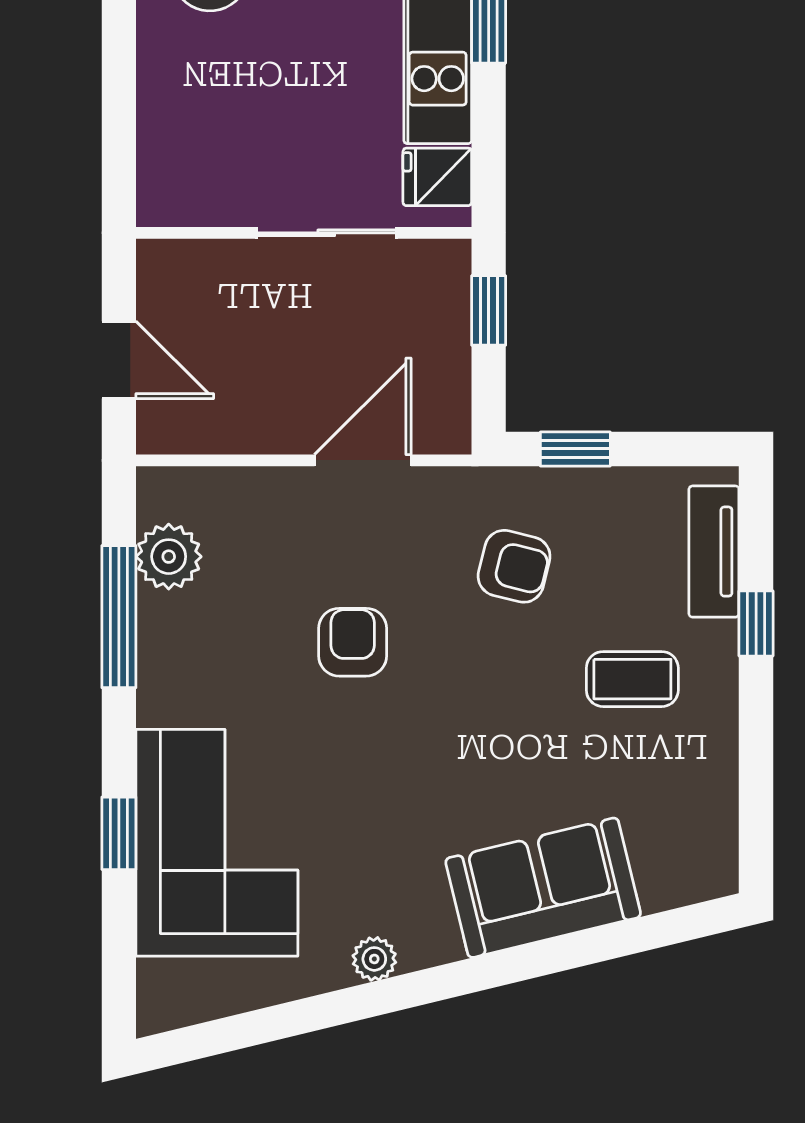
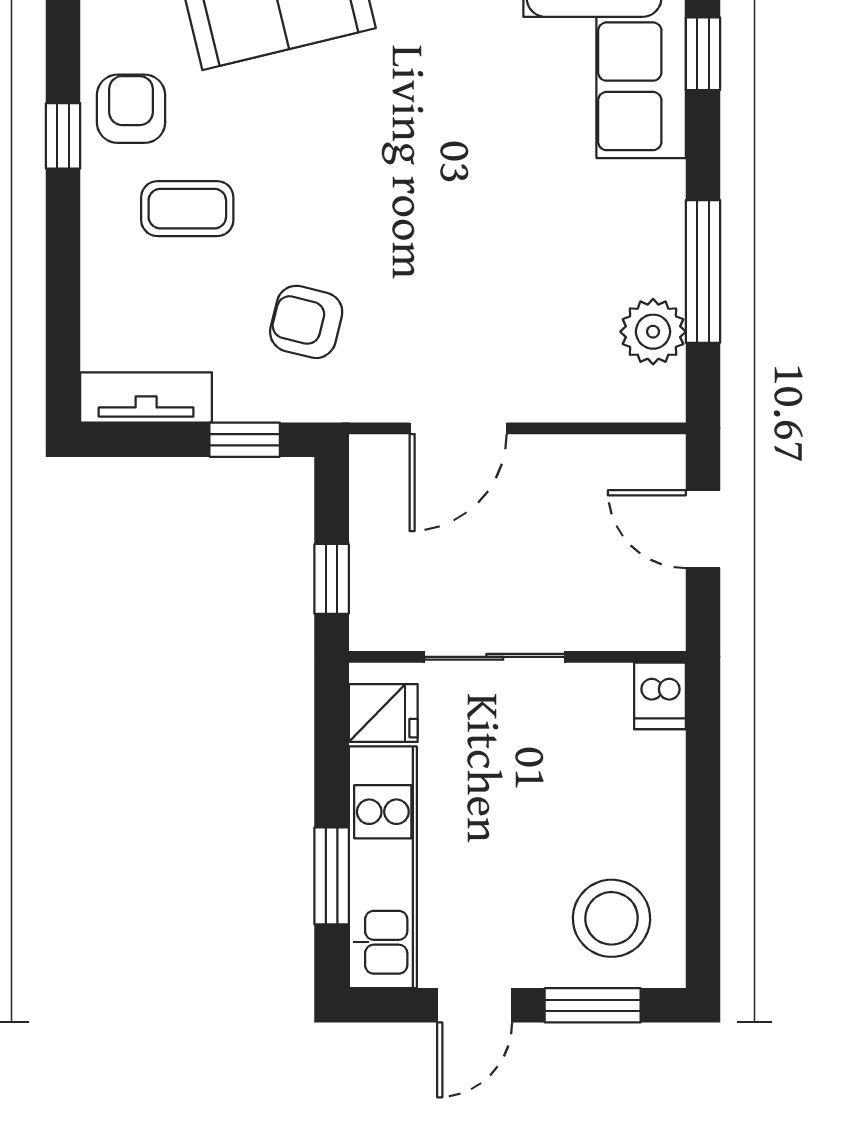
dishwasher: (162, 194) -> (660, 696), added
tv unit: (714, 552) -> (146, 397), moved, turned -90
window: (756, 623) -> (63, 136), moved
armchair: (353, 642) -> (131, 109), moved, turned 180

